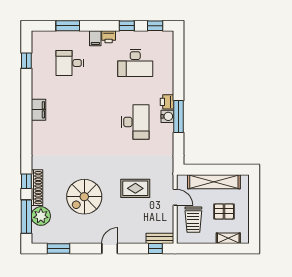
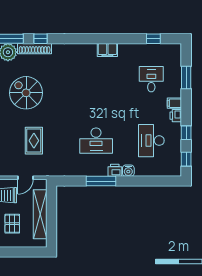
water cooler: (167, 116) -> (128, 171), moved

